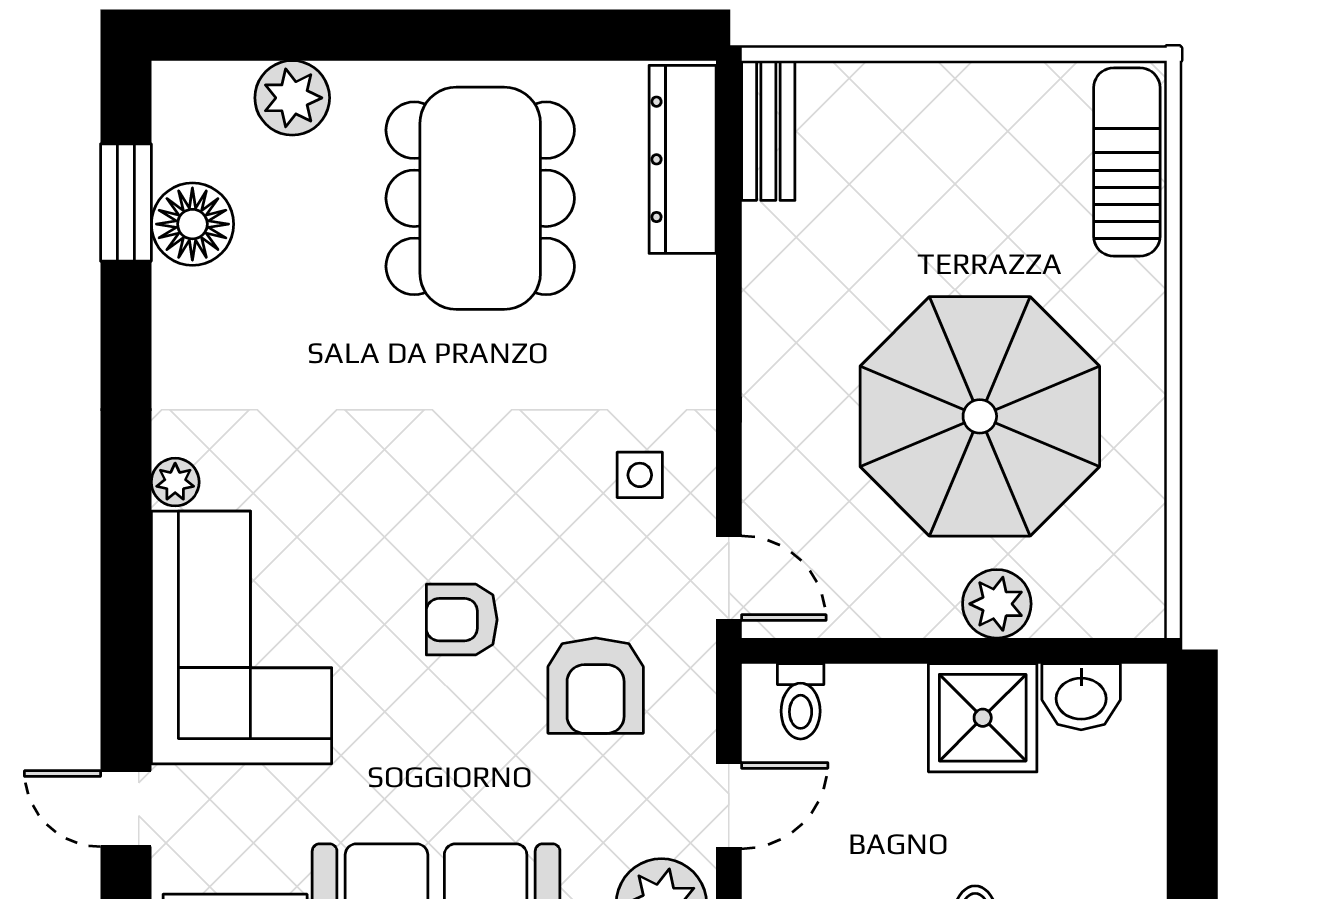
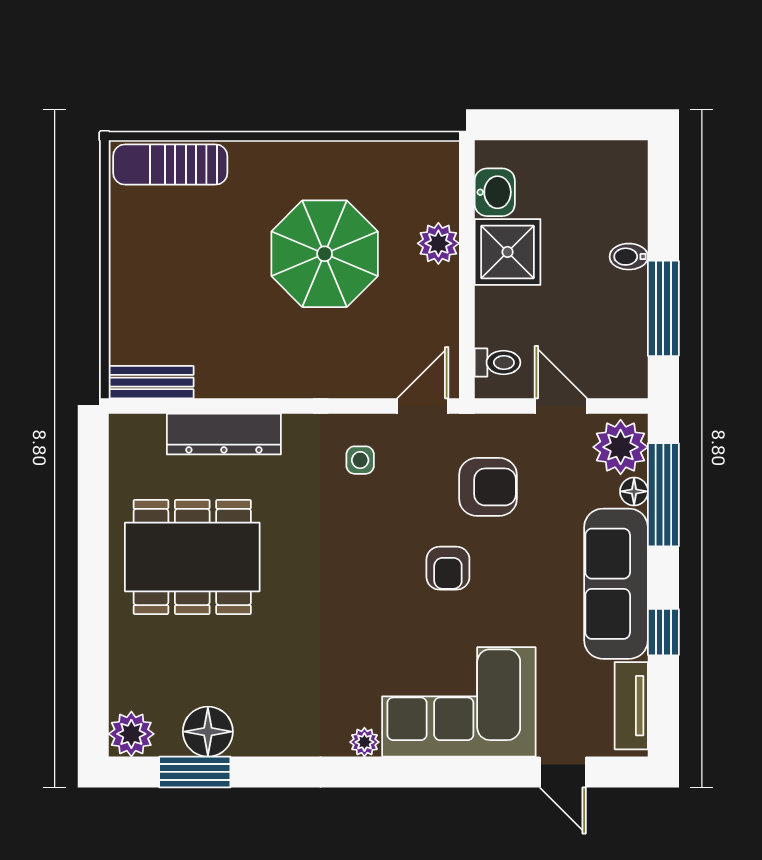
plant: (292, 98) -> (131, 734), moved
dresser: (683, 159) -> (224, 434), moved
parasol: (980, 416) -> (325, 254), width x0.73, depth x0.73
door: (126, 809) -> (563, 772), hinge flipped

